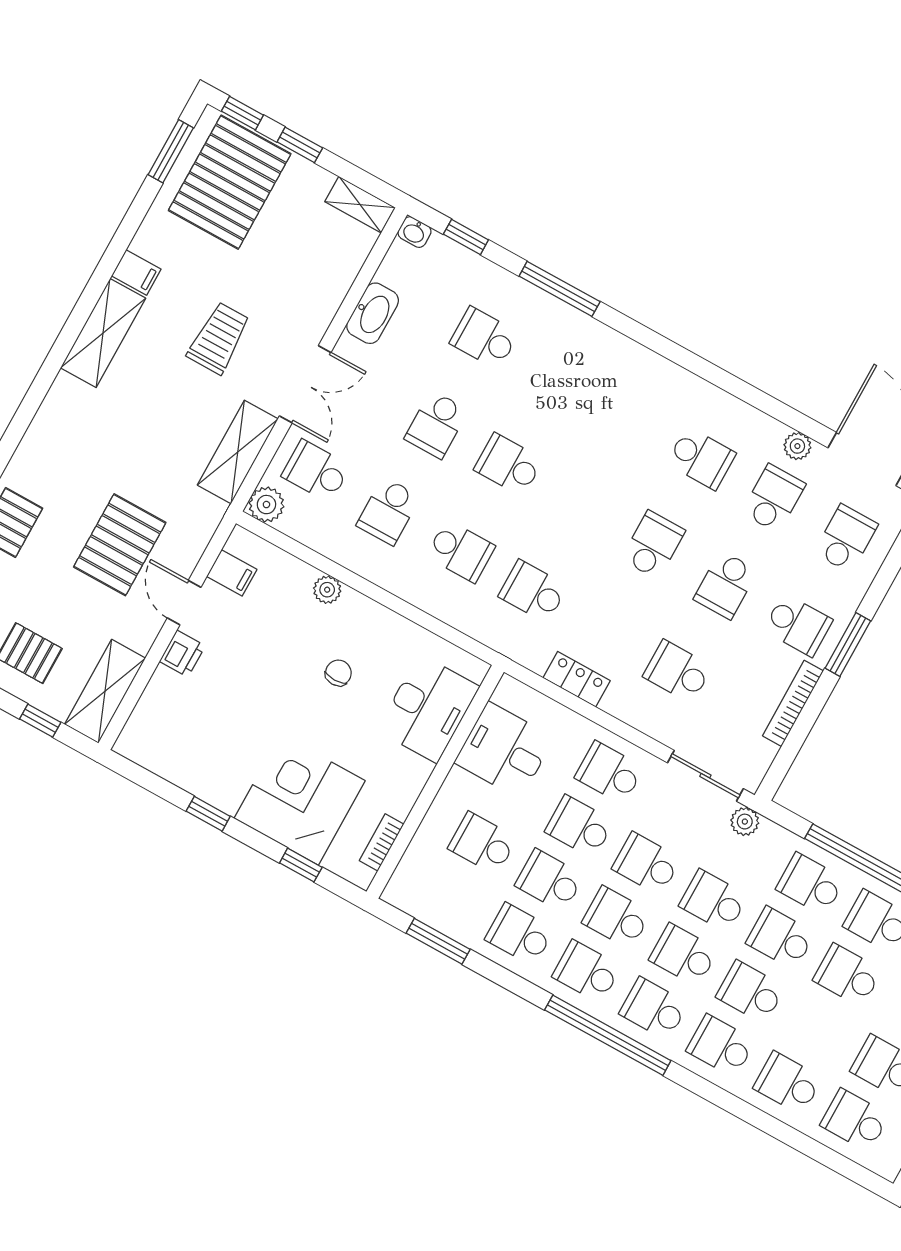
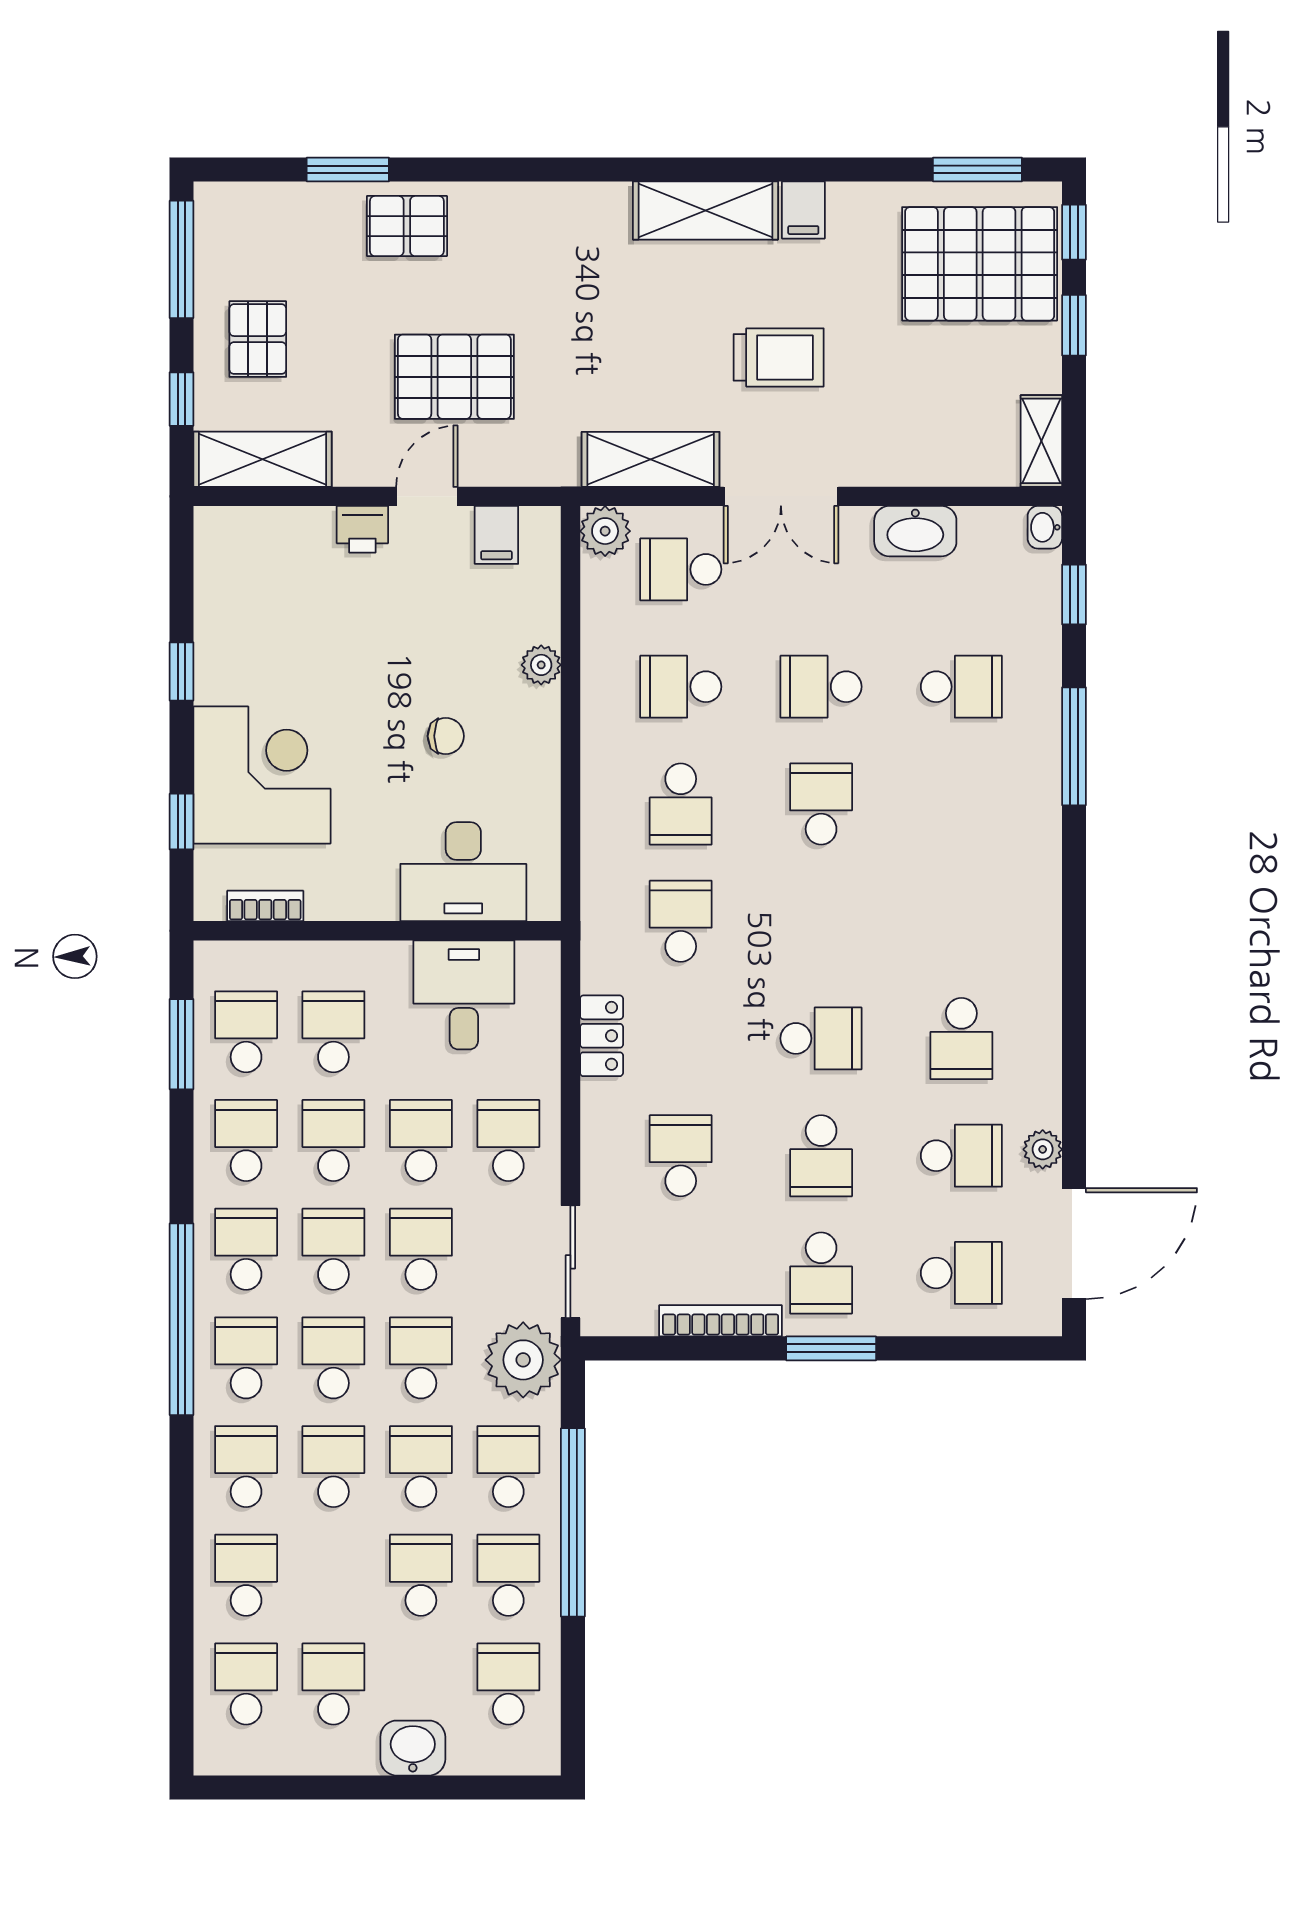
school desk: (484, 338) -> (961, 687), turned 90
school desk: (316, 471) -> (681, 569), turned -90
school desk: (726, 585) -> (821, 1156), turned -90
plant: (745, 822) -> (523, 1360), width x1.88, depth x1.88
school desk: (453, 897) -> (246, 1032), added

